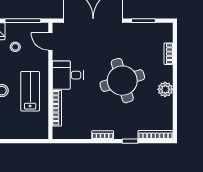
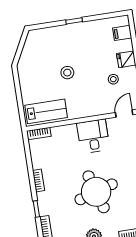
lab bench: (30, 91) -> (46, 111), moved
bookcase: (57, 108) -> (39, 134), moved, width x0.64

